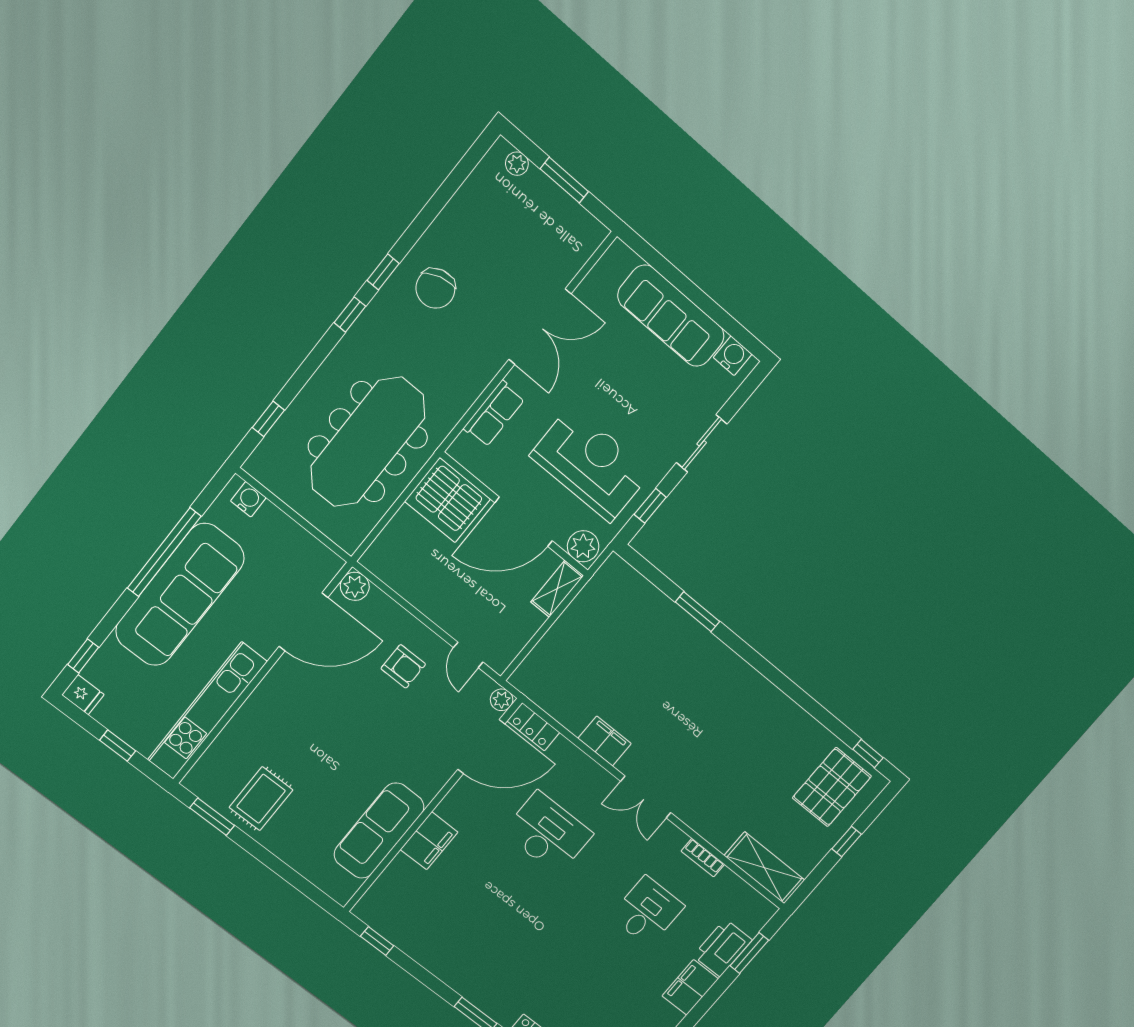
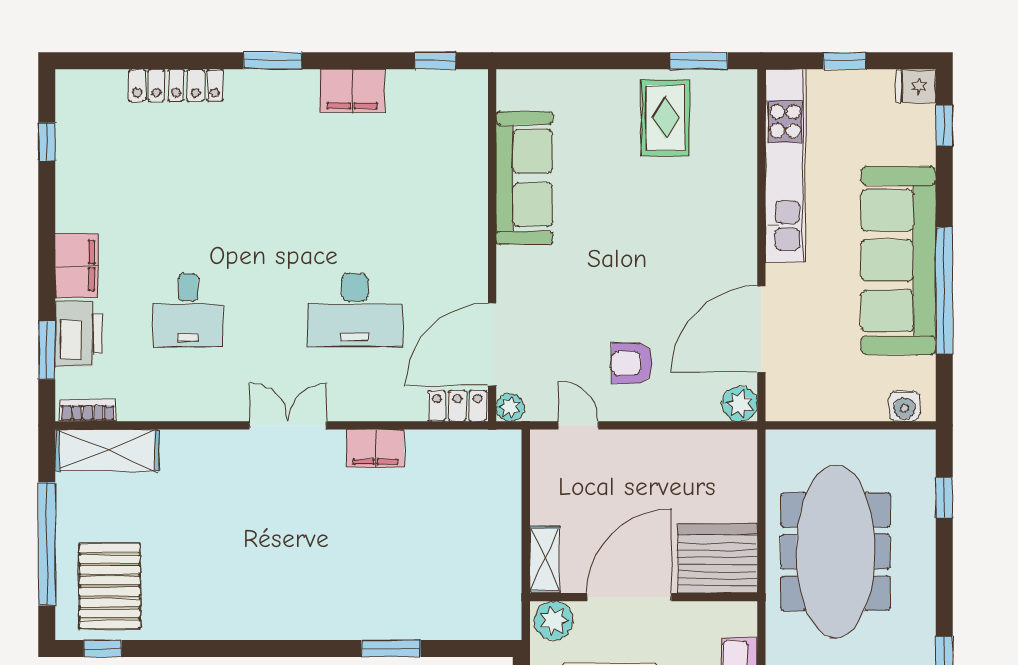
filing cabinet: (429, 841) -> (352, 91), moved, turned -90
window: (847, 842) -> (47, 544), width x3.17
bookcase: (703, 858) -> (88, 410), moved

